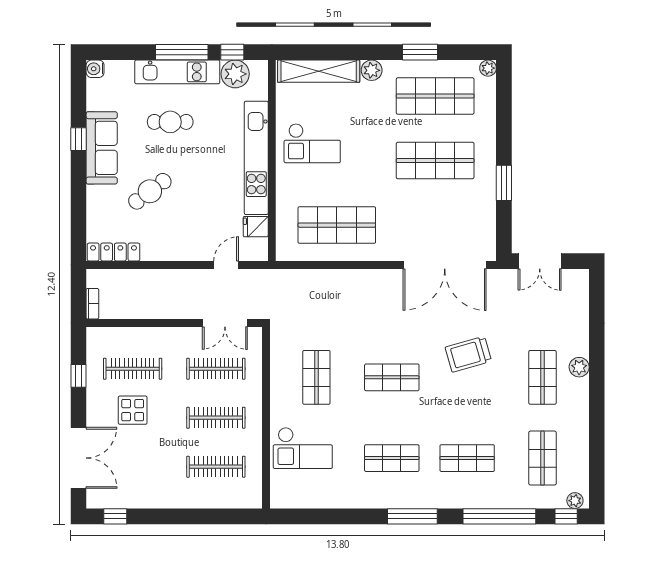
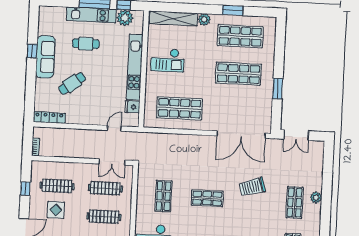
plant: (488, 68) -> (272, 22), removed
water cooler: (95, 69) -> (44, 11), removed

